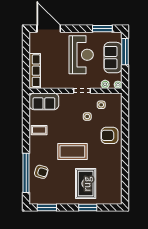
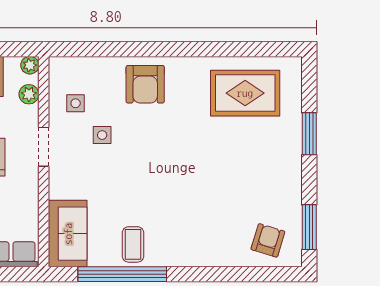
coffee table: (72, 151) -> (182, 169), removed
armchair: (41, 172) -> (268, 240), moved
window: (26, 173) -> (122, 274), moved
rug: (86, 184) -> (245, 93), moved

